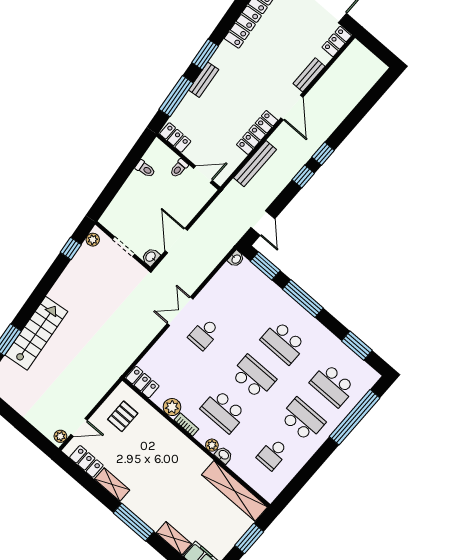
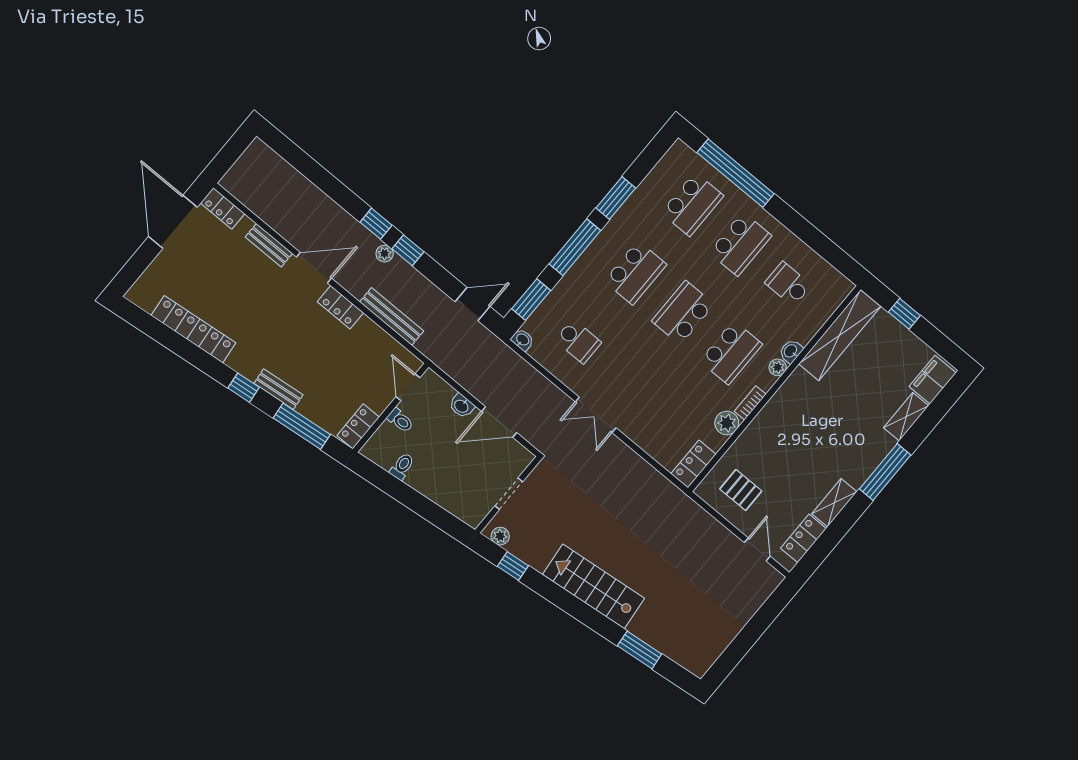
window: (205, 54) -> (244, 388), width x0.67
locker: (257, 132) -> (340, 307), width x0.66
washbasin: (151, 257) -> (462, 406), moved
stairs: (36, 333) -> (593, 586), moved
school desk: (204, 334) -> (578, 341), moved
window: (357, 346) -> (616, 198), moved
school desk: (303, 420) -> (740, 244), turned 180
plant: (60, 436) -> (385, 254), moved
school desk: (273, 454) -> (788, 284), turned 180
window: (249, 539) -> (904, 314), width x0.67

